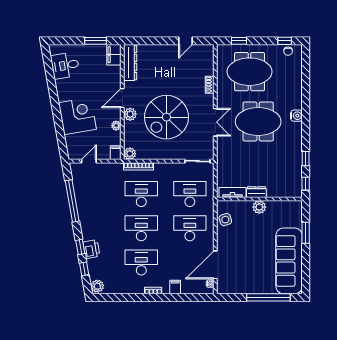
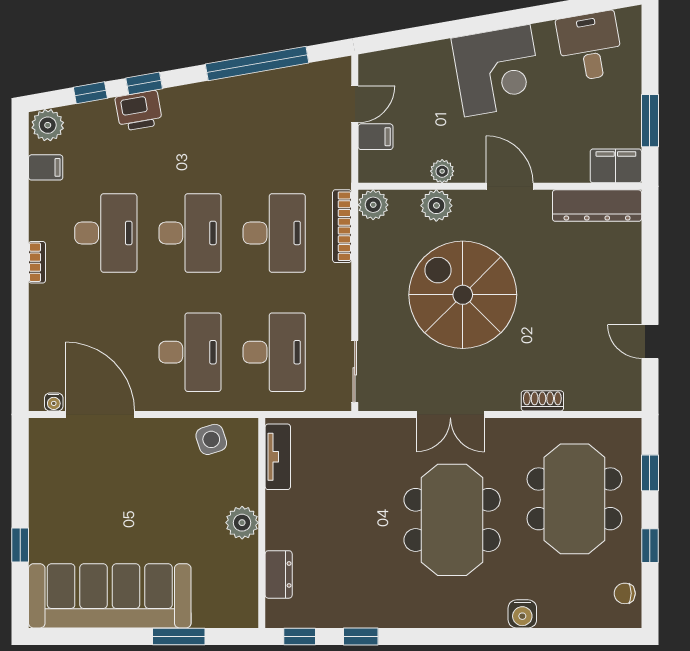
window: (285, 41) -> (650, 546), moved
plant: (130, 114) -> (436, 206), moved
corner desk: (77, 116) -> (497, 71), moved
water cooler: (296, 116) -> (522, 614), moved
filing cabinet: (116, 153) -> (376, 137), moved
door: (89, 161) -> (355, 104), hinge flipped
dresser: (256, 192) -> (279, 574), moved
filing cabinet: (175, 287) -> (46, 167), moved
window: (268, 297) -> (20, 545), width x0.32

